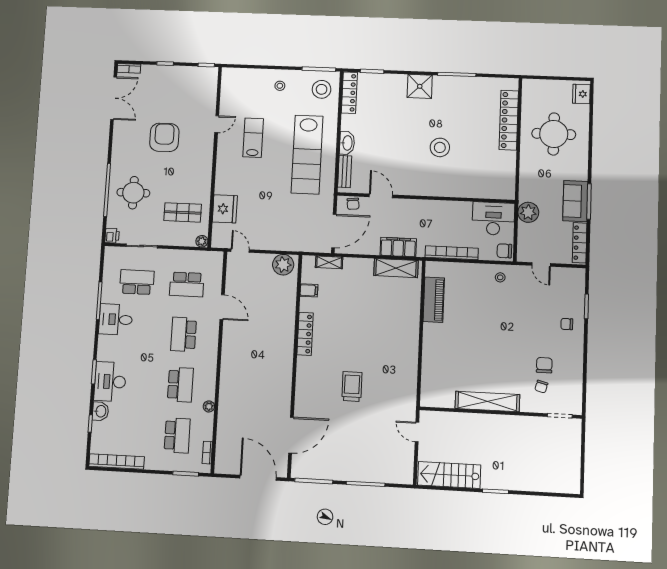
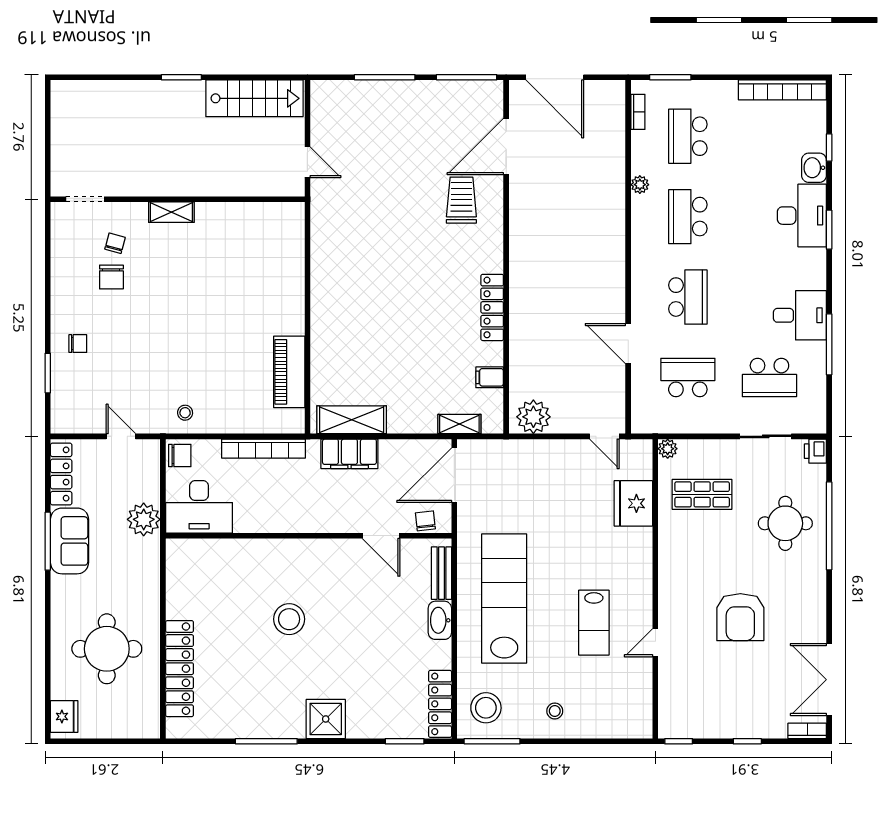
trolley: (352, 386) -> (461, 200), moved, turned 180
shelving: (487, 401) -> (171, 212), width x0.45, depth x0.75

